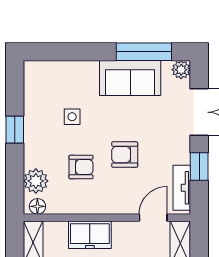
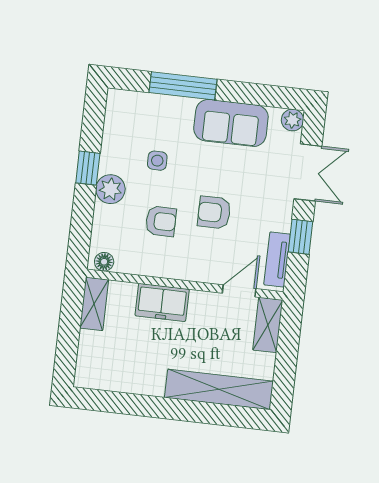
window: (144, 52) -> (183, 86), moved
plant: (36, 181) -> (110, 189), moved

